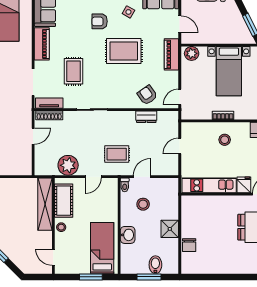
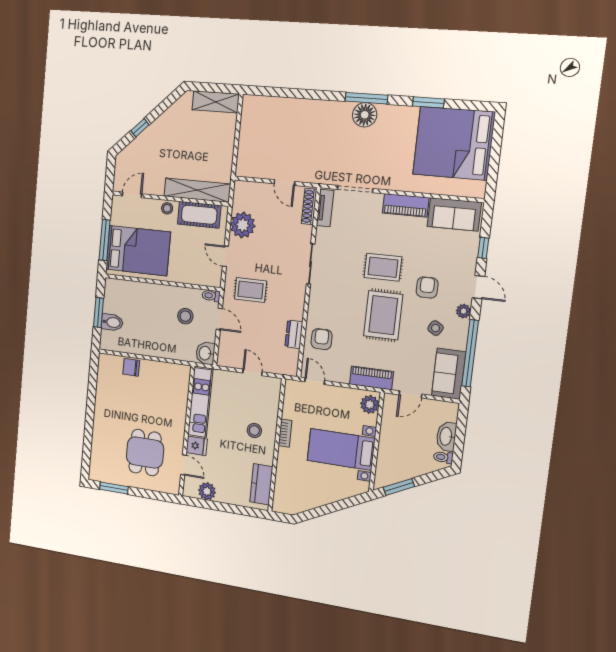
rug: (74, 71) -> (383, 267), moved
armchair: (147, 95) -> (322, 339), turned -55
rug: (117, 154) -> (250, 290), turned 90
shower: (170, 229) -> (153, 346), removed
washbasin: (128, 235) -> (205, 353), moved, turned 90
bed: (102, 248) -> (138, 251), width x1.50
window: (91, 277) -> (105, 240), width x1.44

